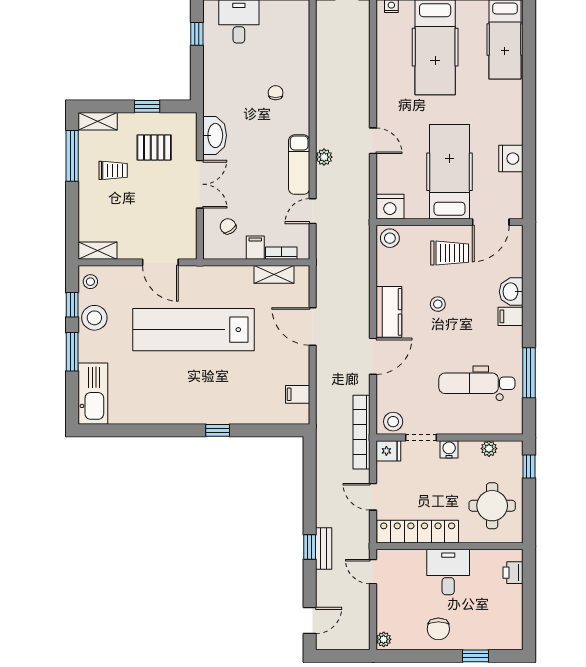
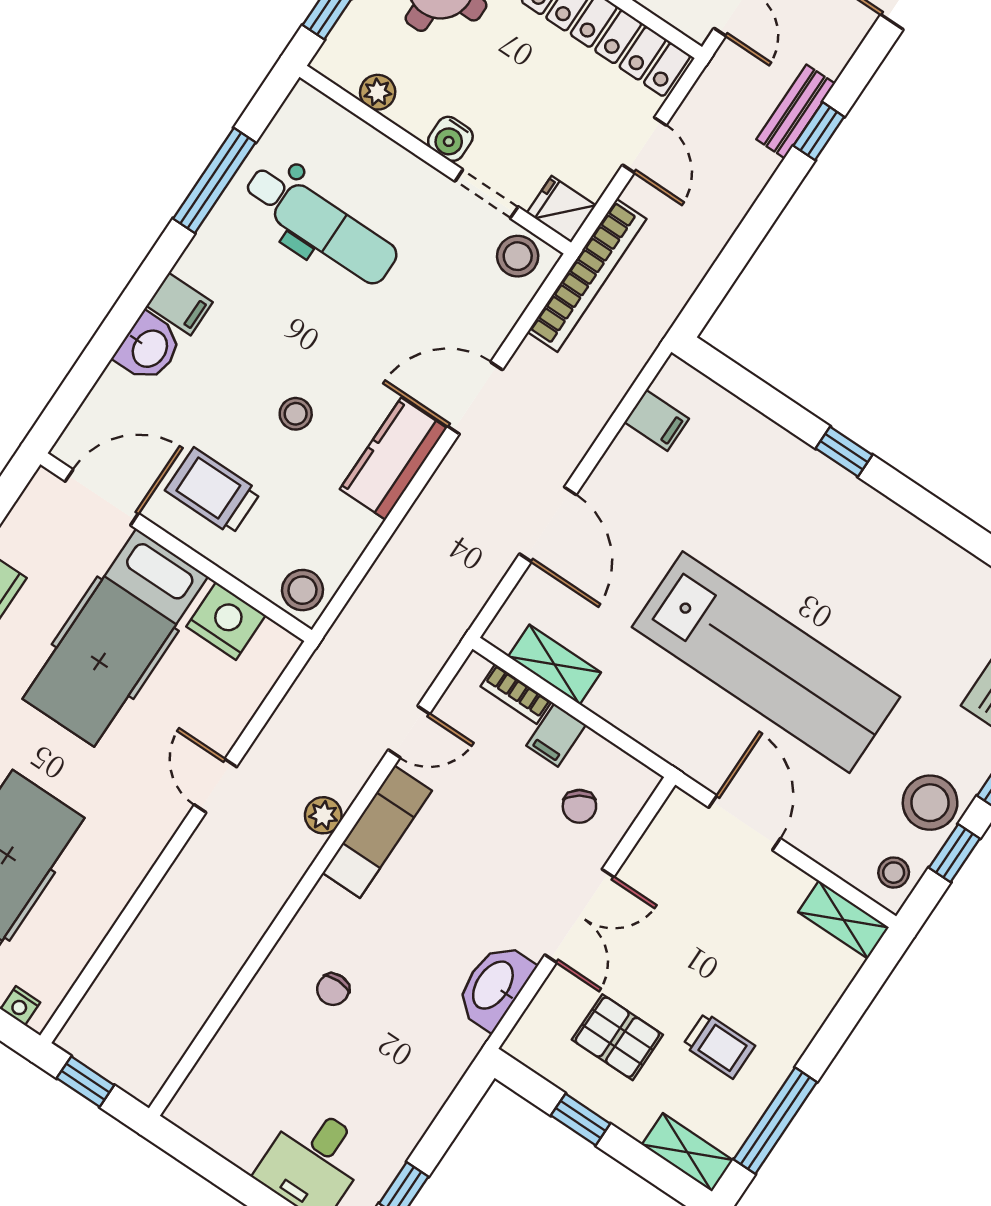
trolley: (113, 170) -> (719, 1046), turned 180
double door: (200, 184) -> (579, 916), swing flipped
nightstand: (390, 207) -> (226, 621), moved

